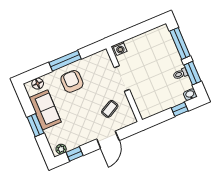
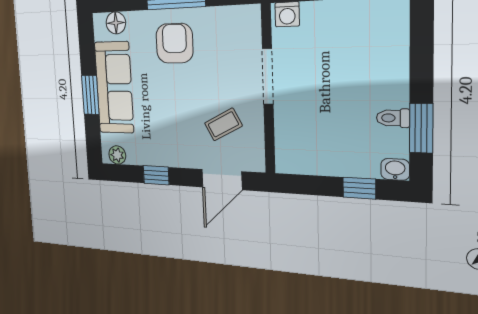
window: (180, 43) -> (422, 53), removed
sofa: (45, 110) -> (114, 88), width x1.36
door: (108, 140) -> (222, 179), moved
window: (75, 154) -> (156, 175), moved

